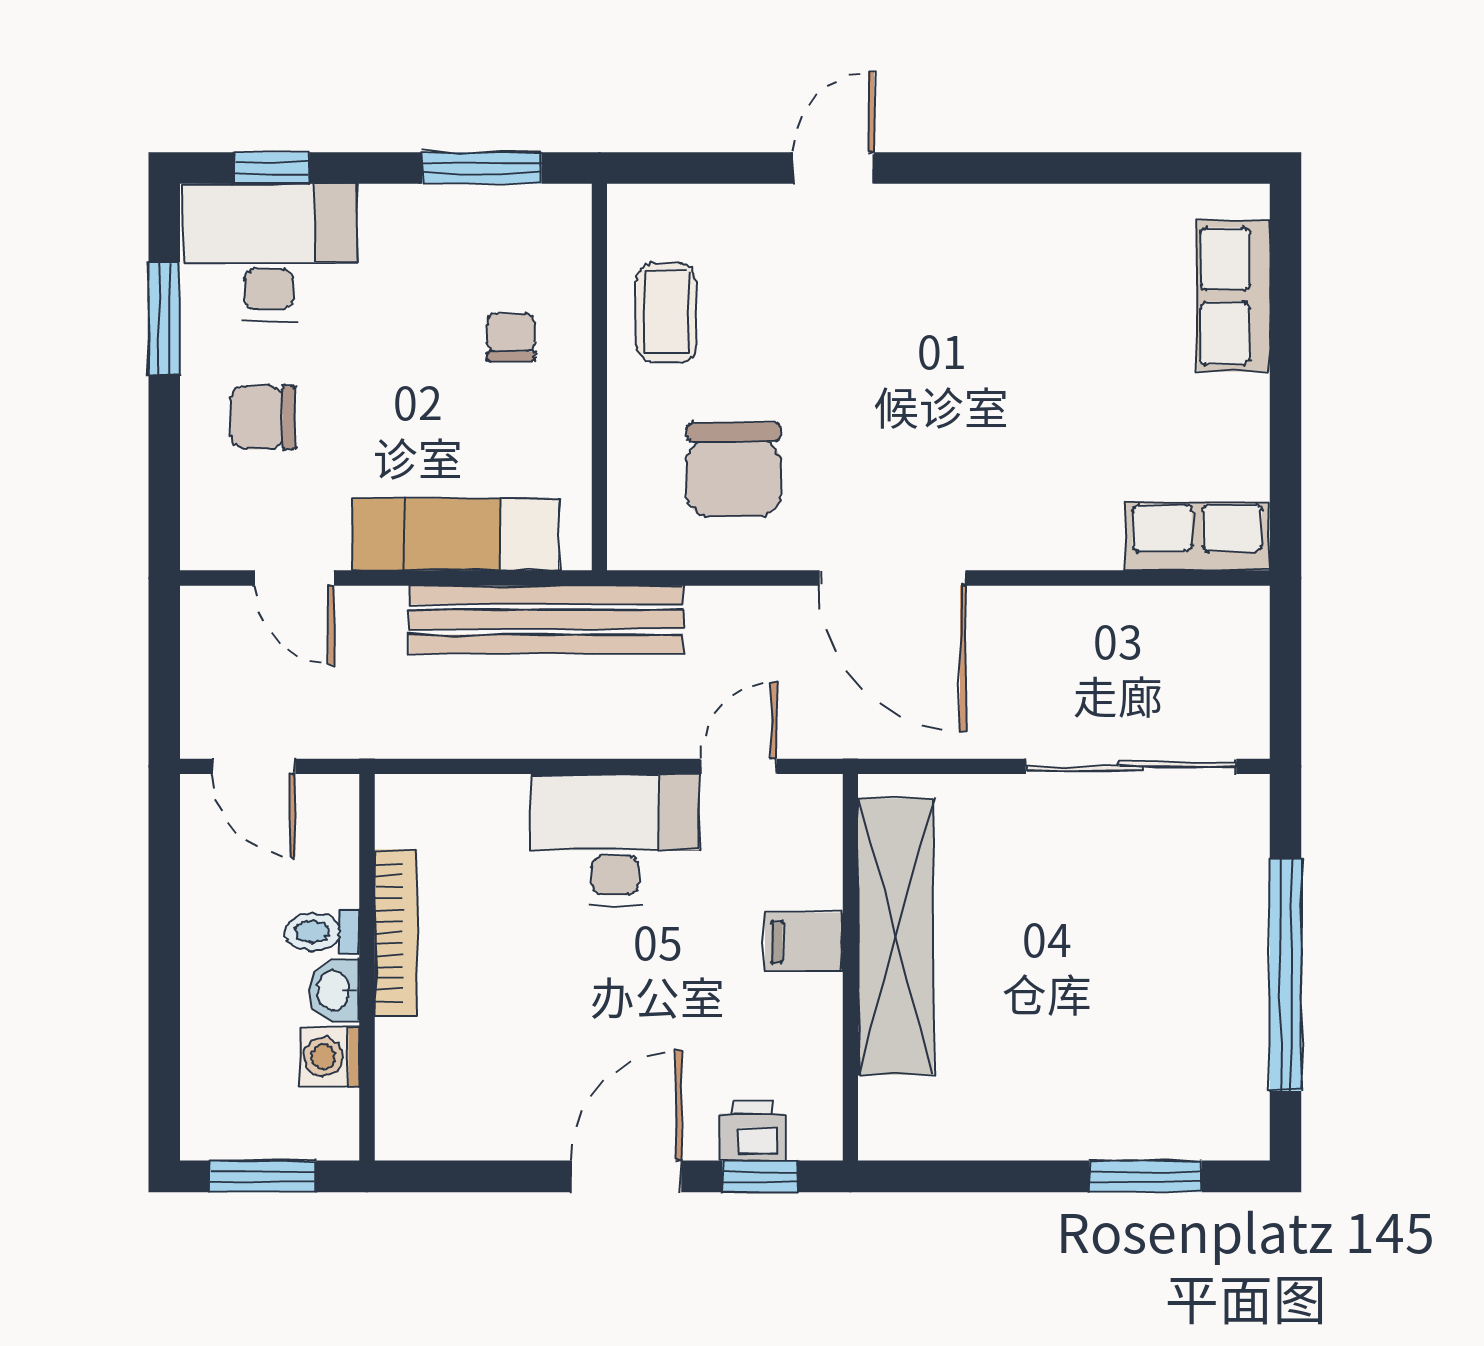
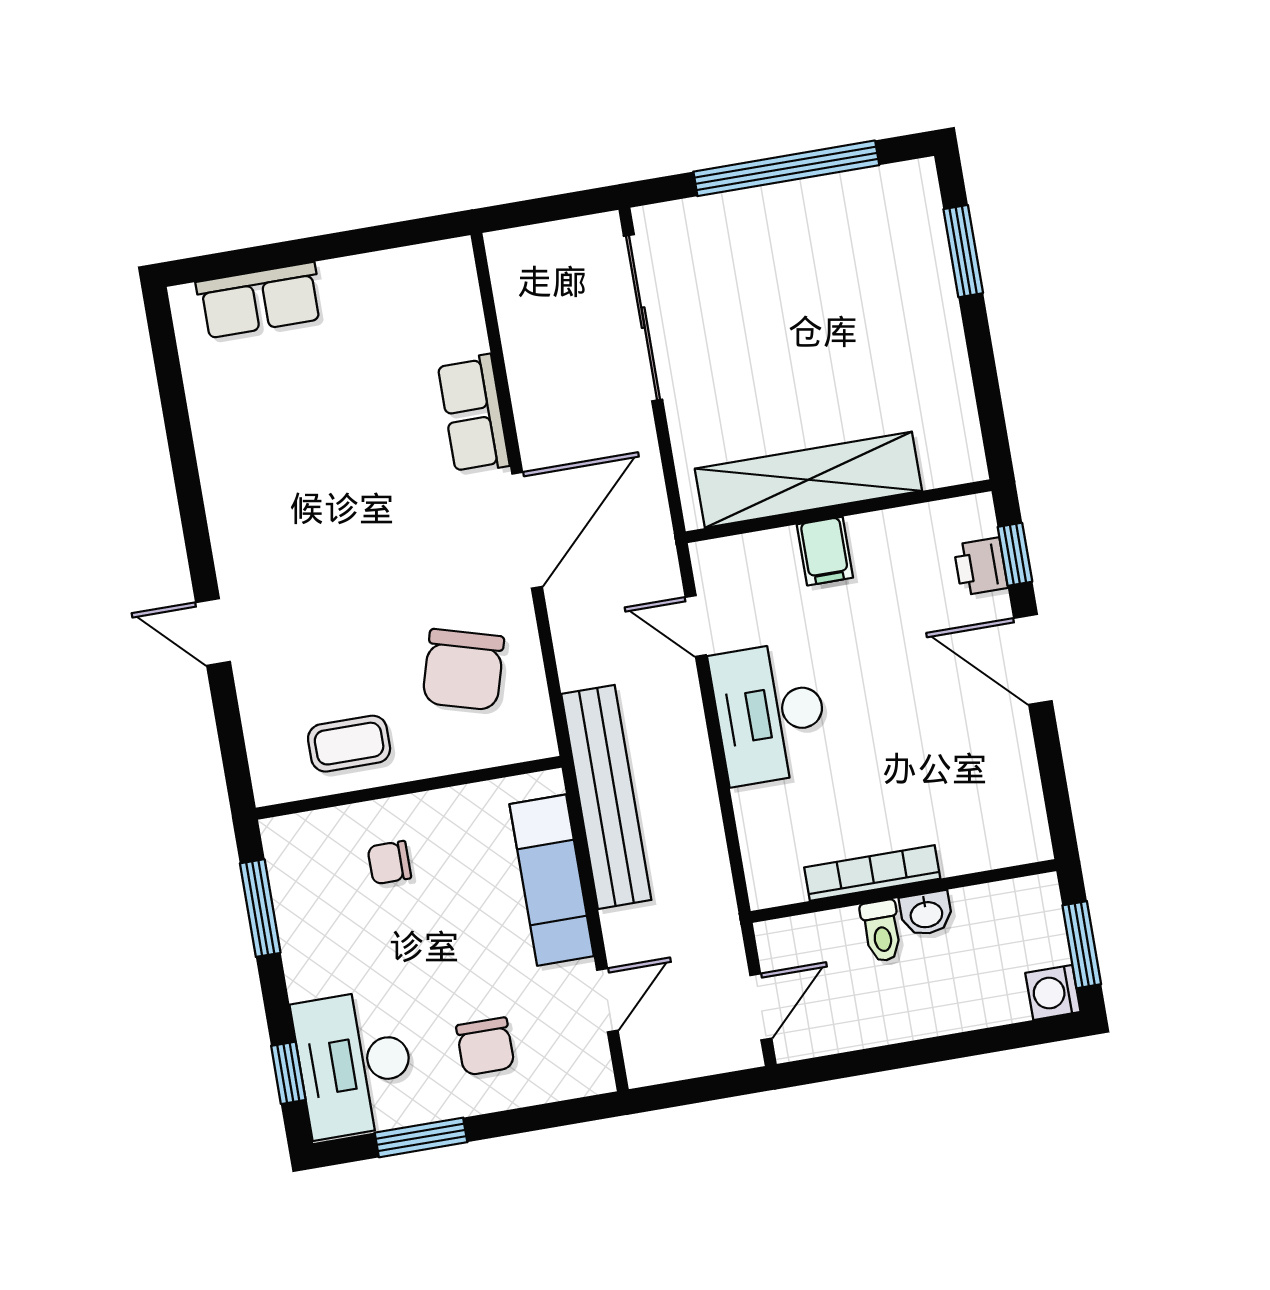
chair: (734, 470) -> (463, 670), turned 106
row of seats: (1197, 536) -> (473, 414), moved
washing machine: (329, 1057) -> (1053, 992), moved, turned 90

